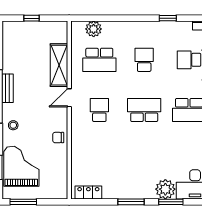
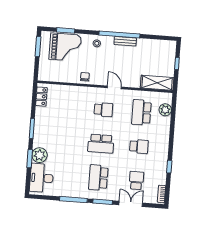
shelving: (59, 65) -> (157, 83), moved
school desk: (144, 110) -> (101, 144), turned 90

